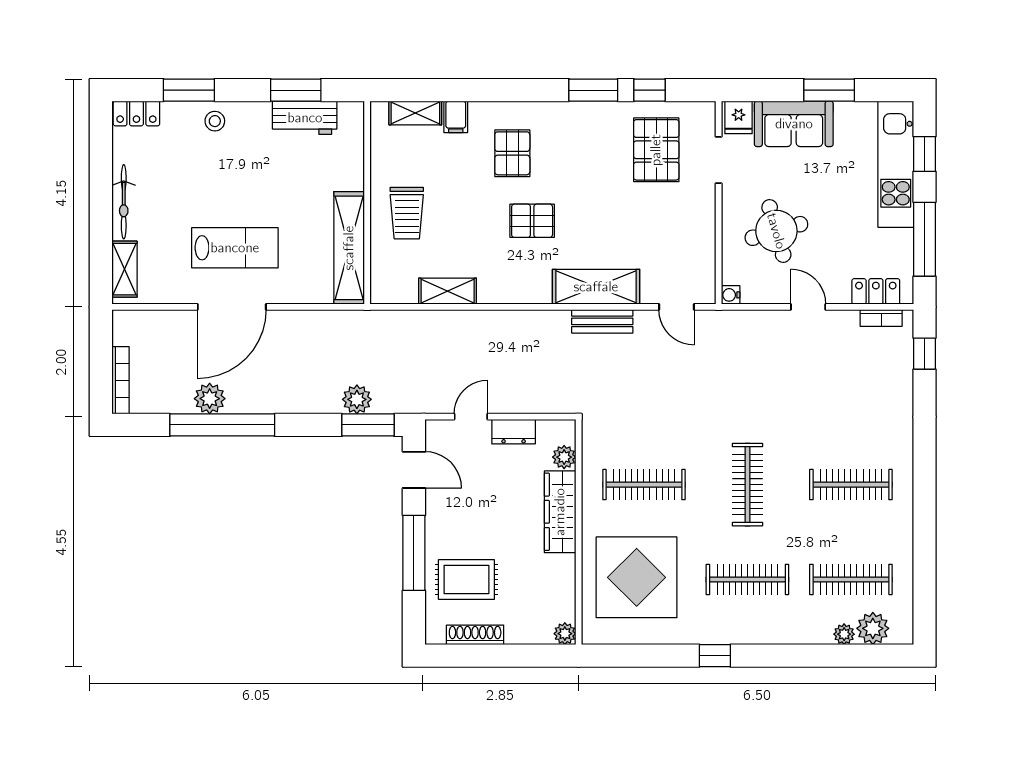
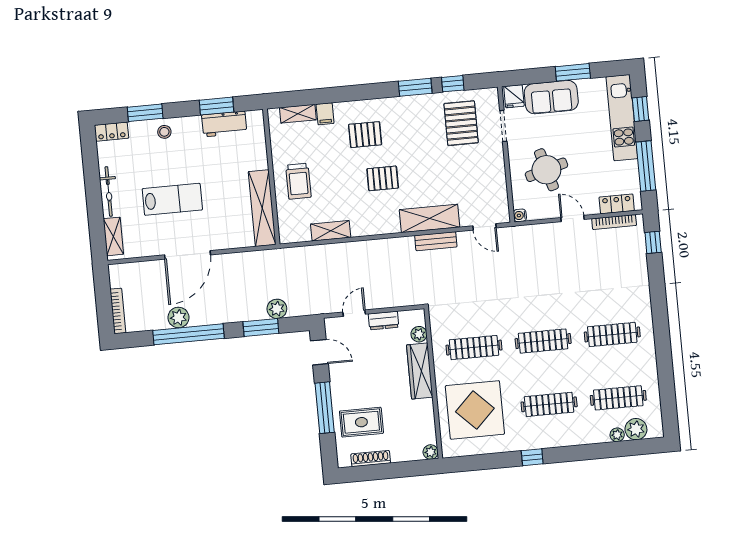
pallet: (512, 153) -> (365, 135), turned 90
lab bench: (235, 248) -> (172, 199), moved
bookcase: (881, 318) -> (614, 222), width x1.56
window: (368, 425) -> (261, 328), moved
clothes rail: (747, 485) -> (543, 341), turned 90

